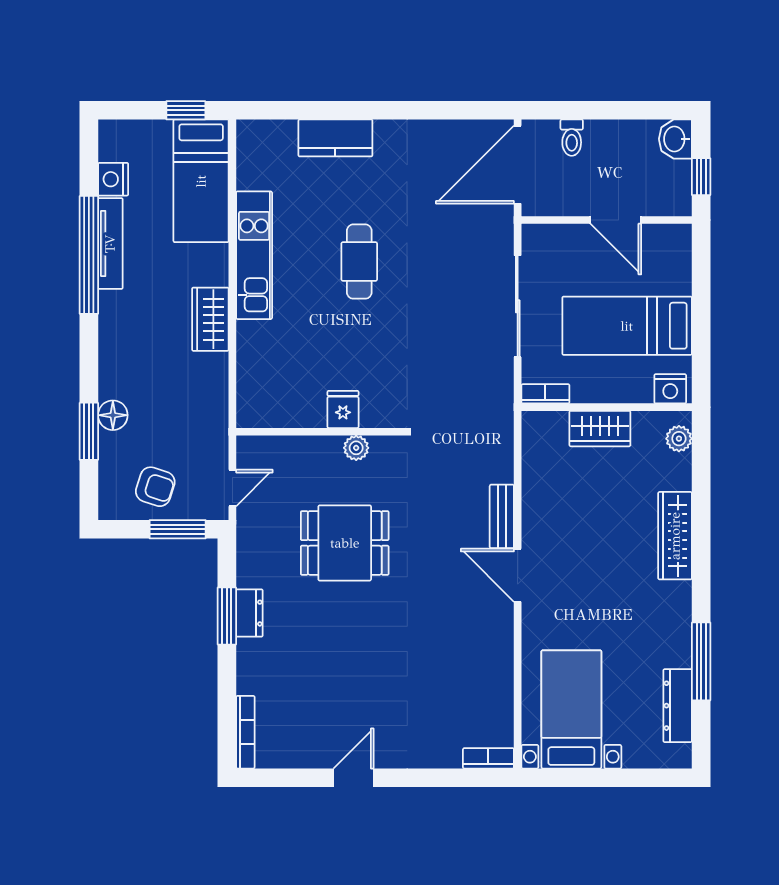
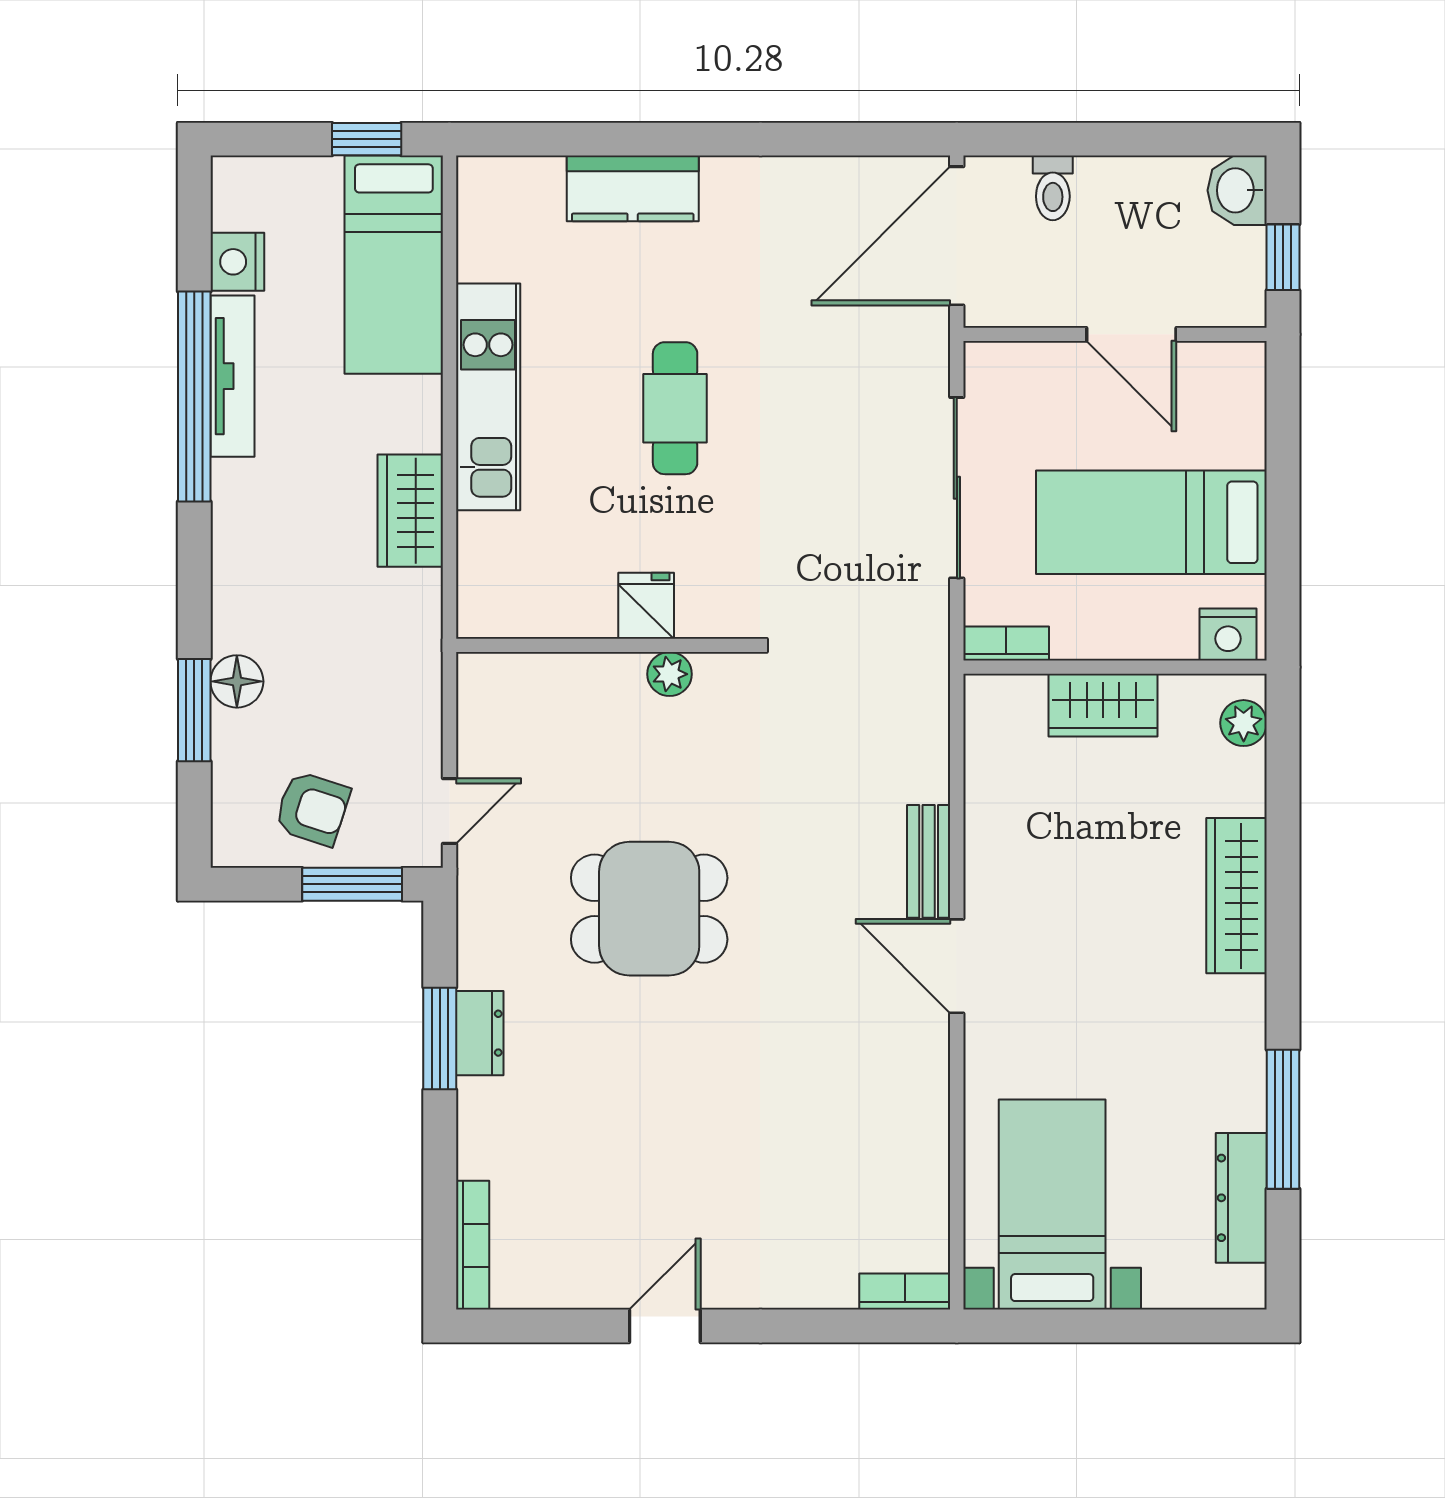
fridge: (343, 409) -> (646, 606), moved
wall: (320, 432) -> (605, 645), moved
plant: (356, 448) -> (670, 674), moved

